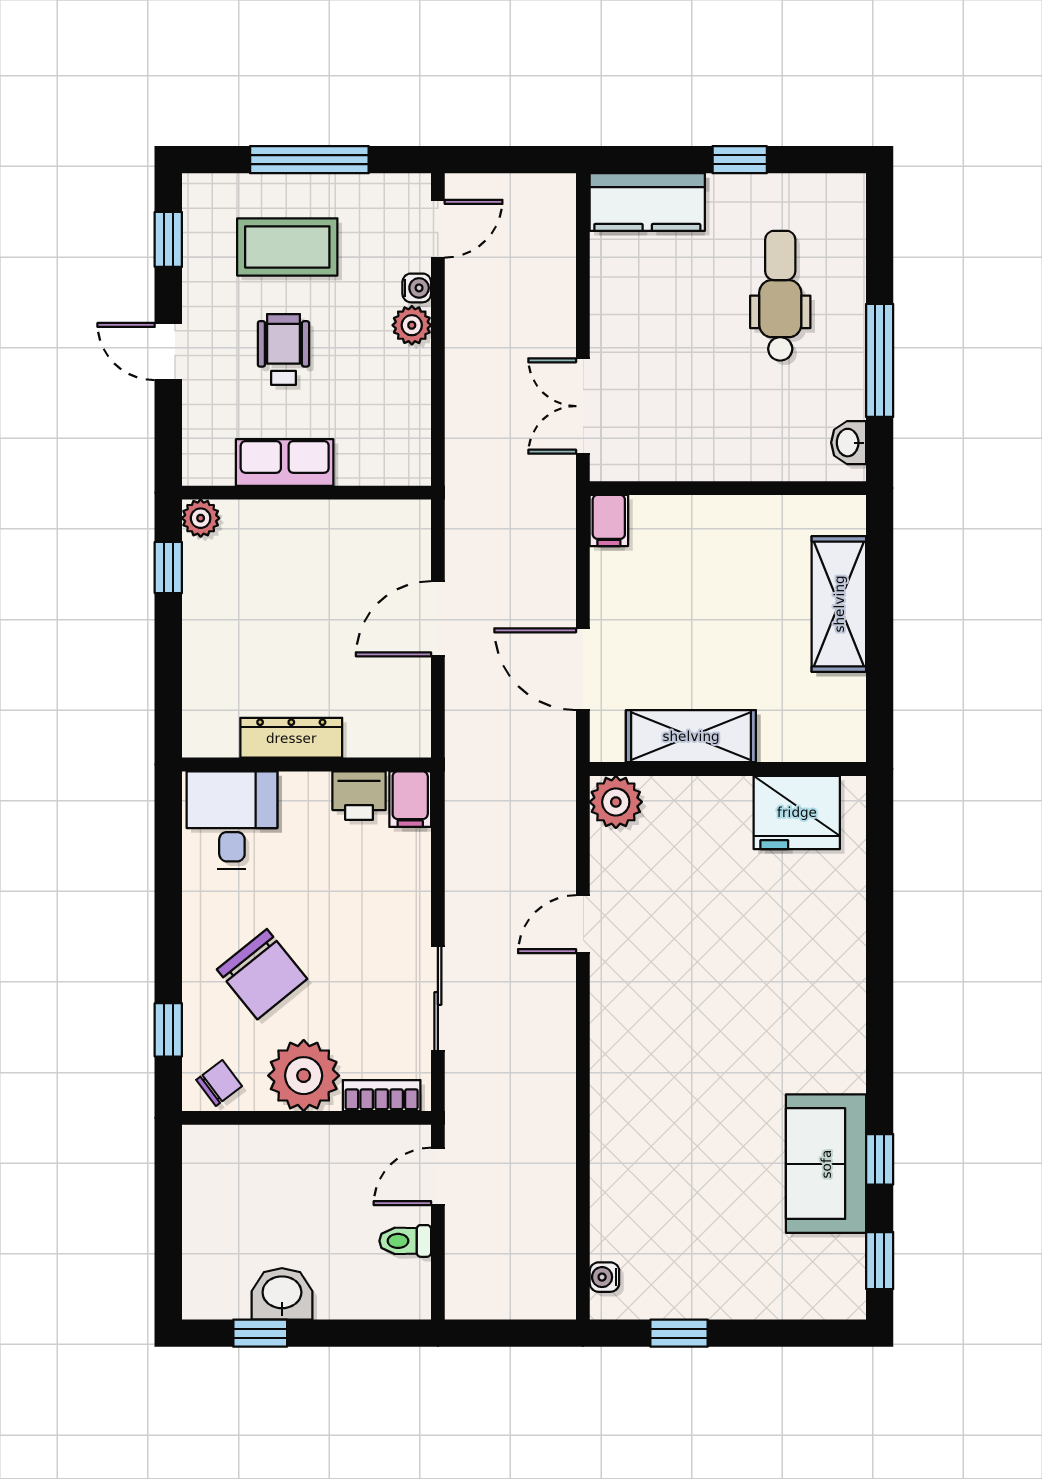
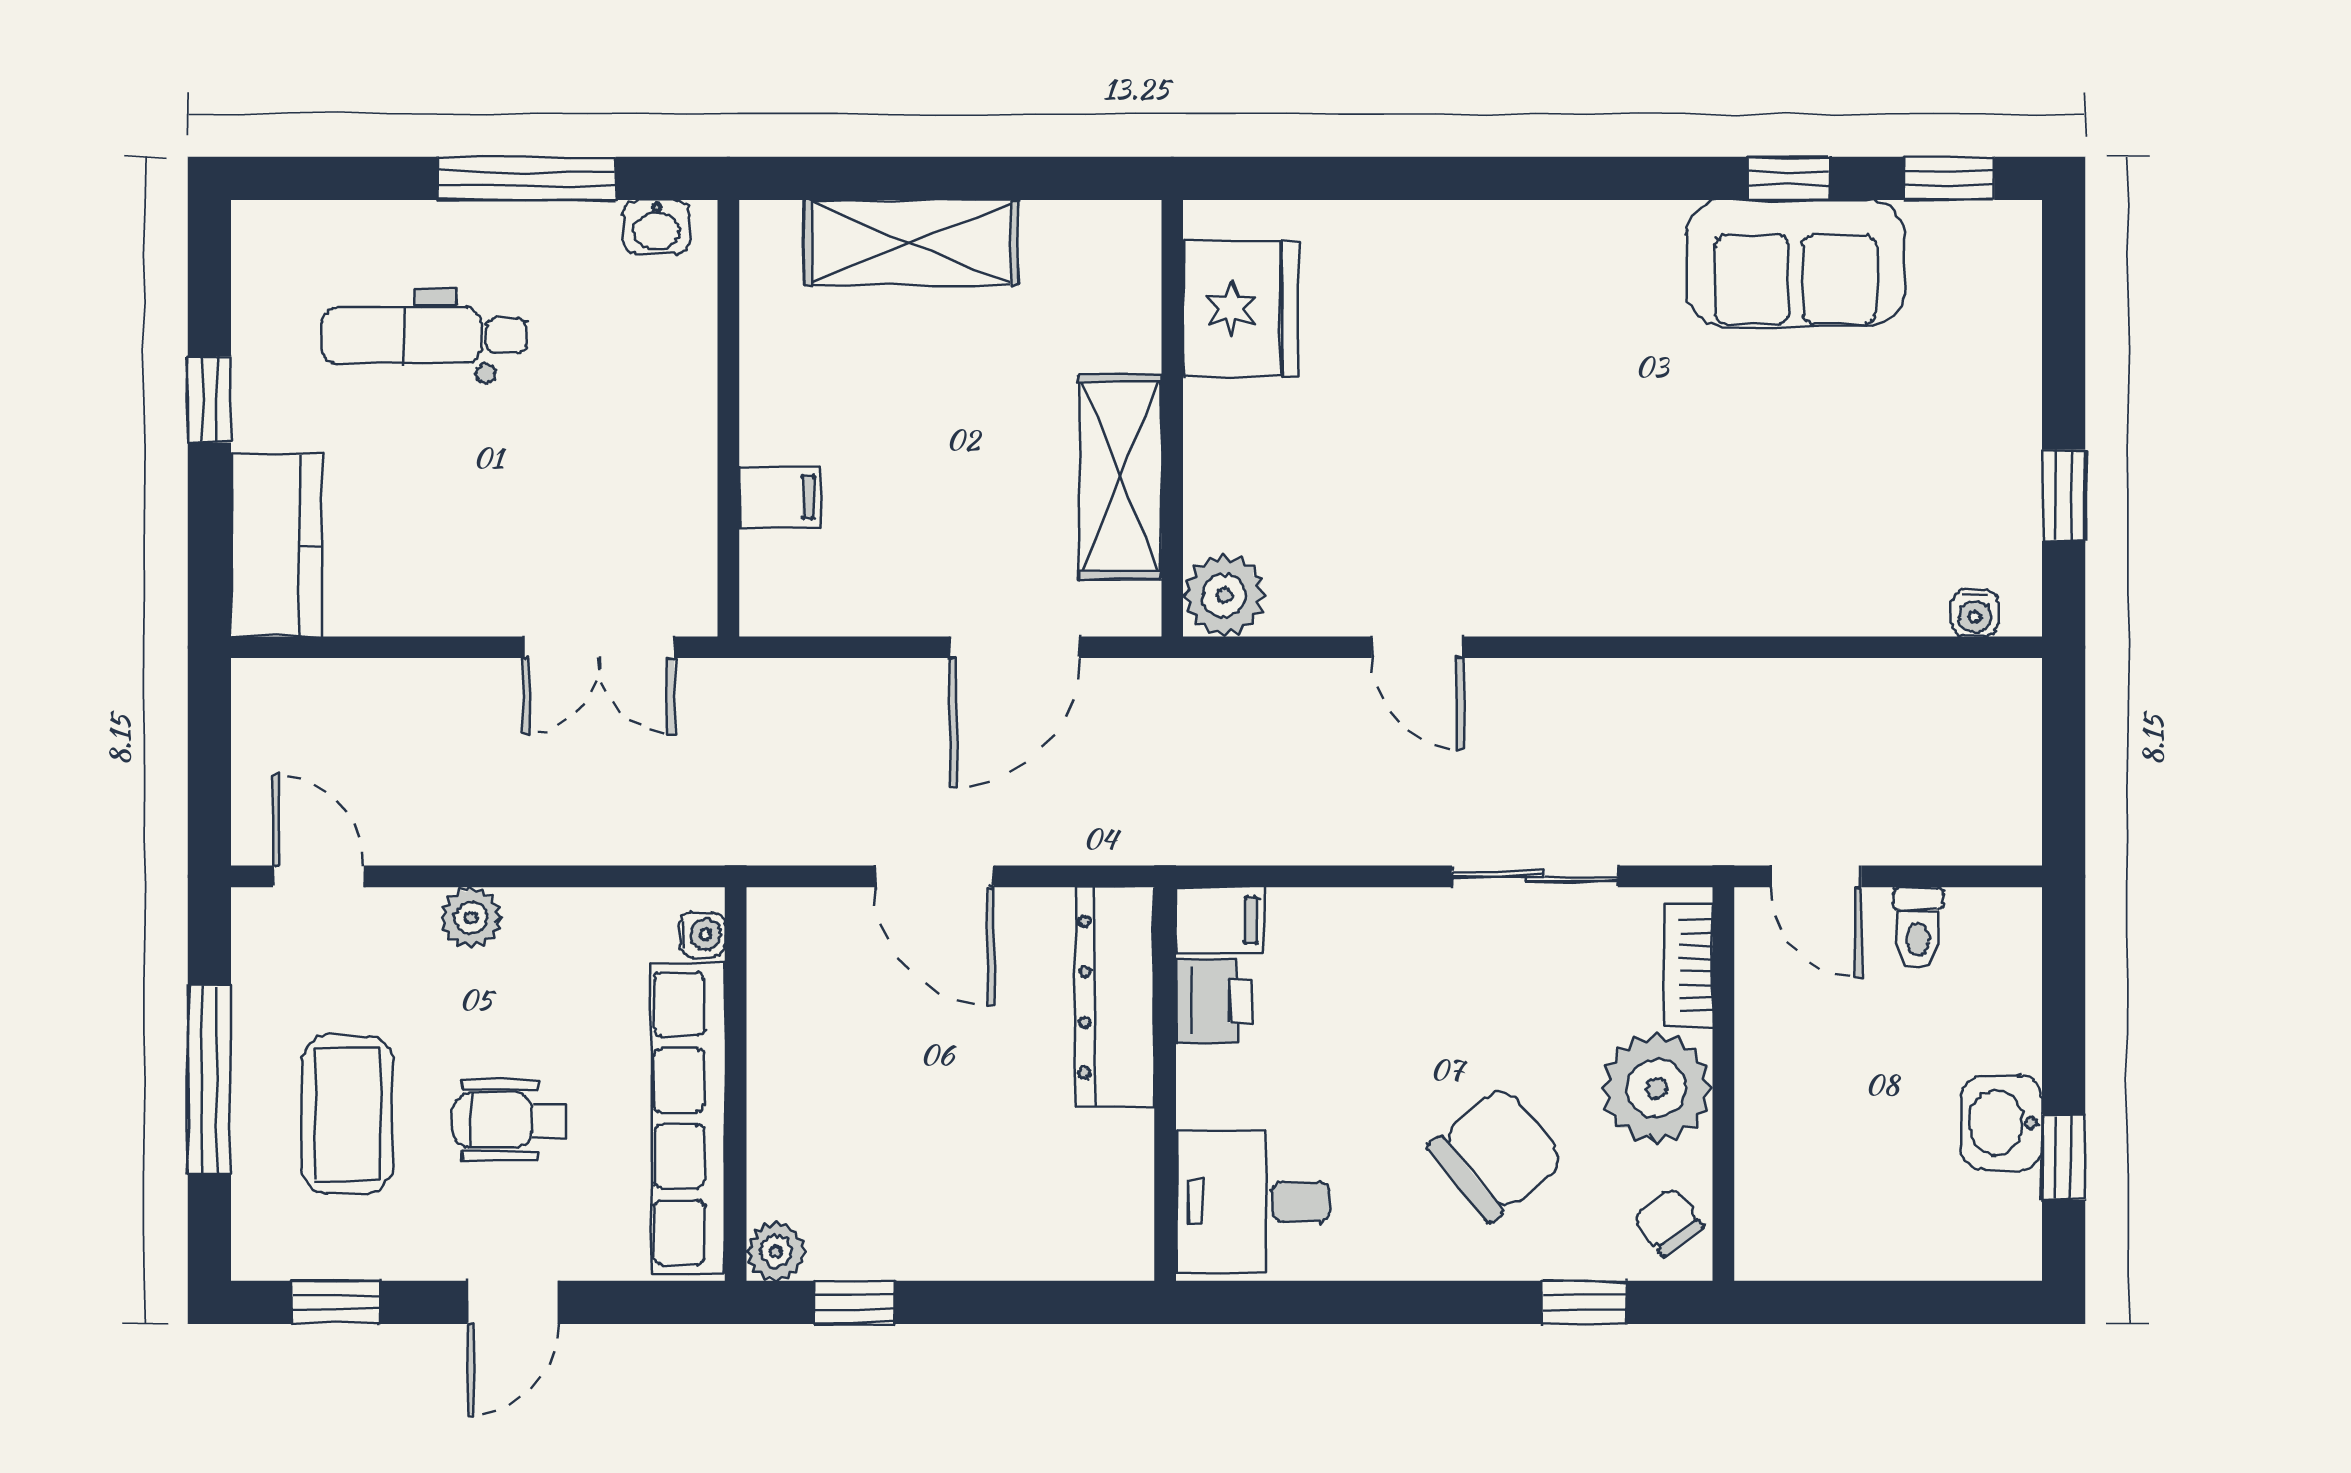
water cooler: (417, 288) -> (702, 935), moved, turned 90
row of seats: (285, 463) -> (688, 1118), width x2.02
filing cabinet: (609, 520) -> (780, 497), moved
dresser: (291, 738) -> (1115, 997), moved, width x1.37, depth x1.24

